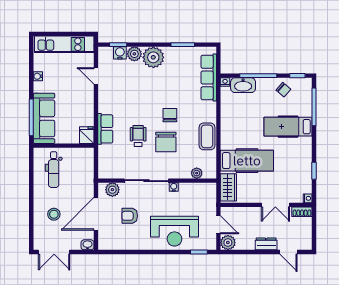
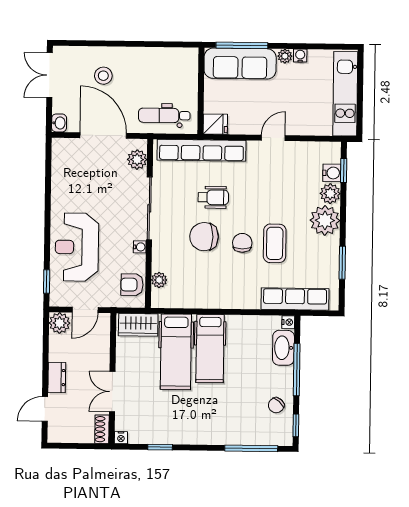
door: (96, 76) -> (273, 138), moved
plant: (38, 87) -> (285, 56), added
chair: (170, 115) -> (242, 243), turned -90
hospital bed: (288, 127) -> (210, 349), moved, turned 180
row of seats: (105, 129) -> (202, 150), width x2.02
coffee table: (207, 136) -> (275, 243), moved, turned 90
dental chair: (54, 170) -> (164, 115), moved
armchair: (130, 216) -> (132, 285), moved, turned -90

